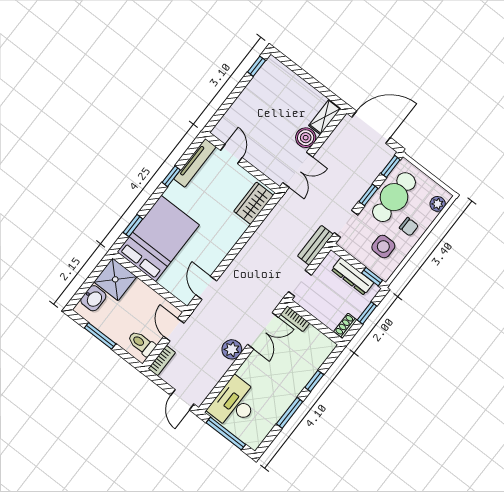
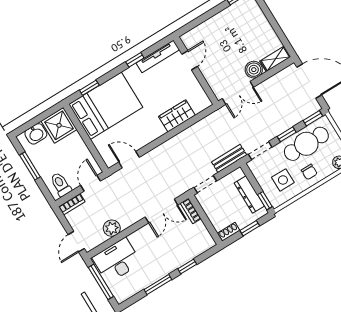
wardrobe: (254, 203) -> (177, 116), moved
door: (206, 288) -> (129, 160), hinge flipped
plant: (232, 349) -> (112, 228), moved

